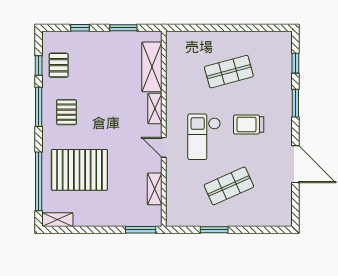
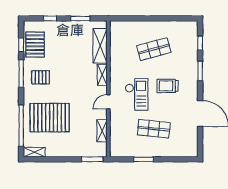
pallet: (59, 65) -> (35, 45), width x1.50, depth x1.42
pallet: (66, 112) -> (41, 77), turned 90
checkout: (204, 137) -> (137, 94), turned 180
door: (164, 147) -> (108, 102), hinge flipped
shop shelf: (229, 186) -> (154, 129), turned 30

